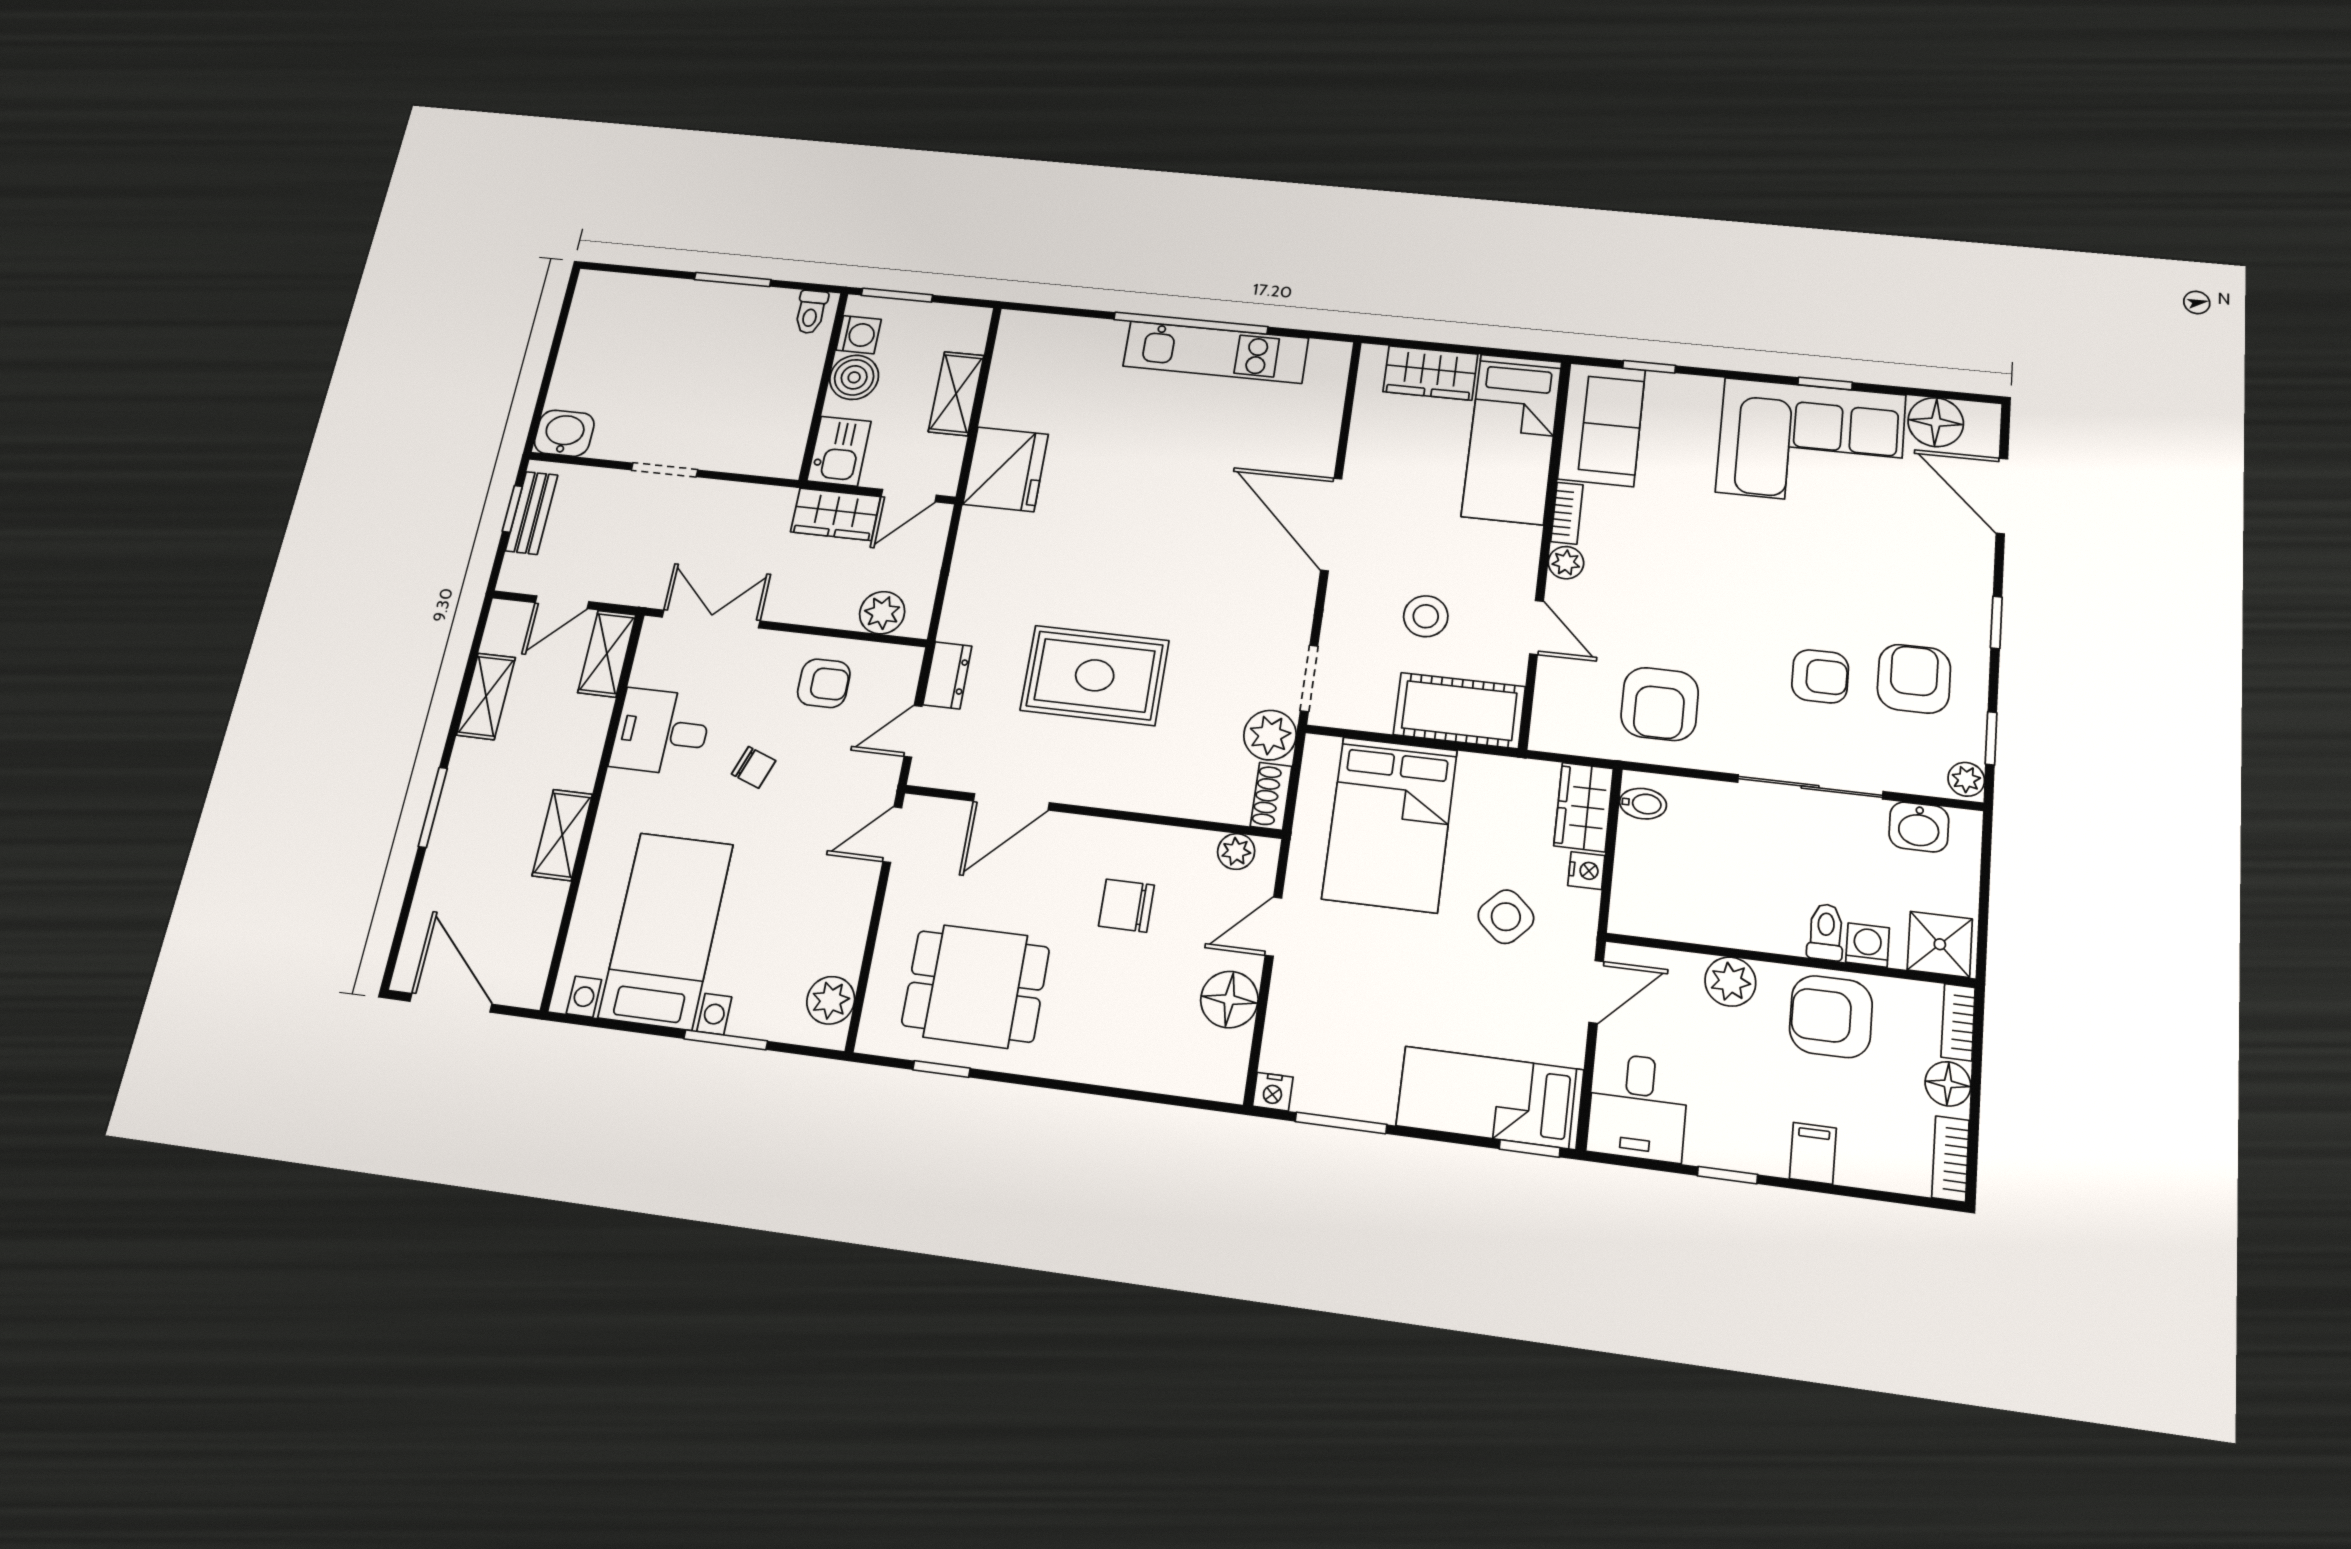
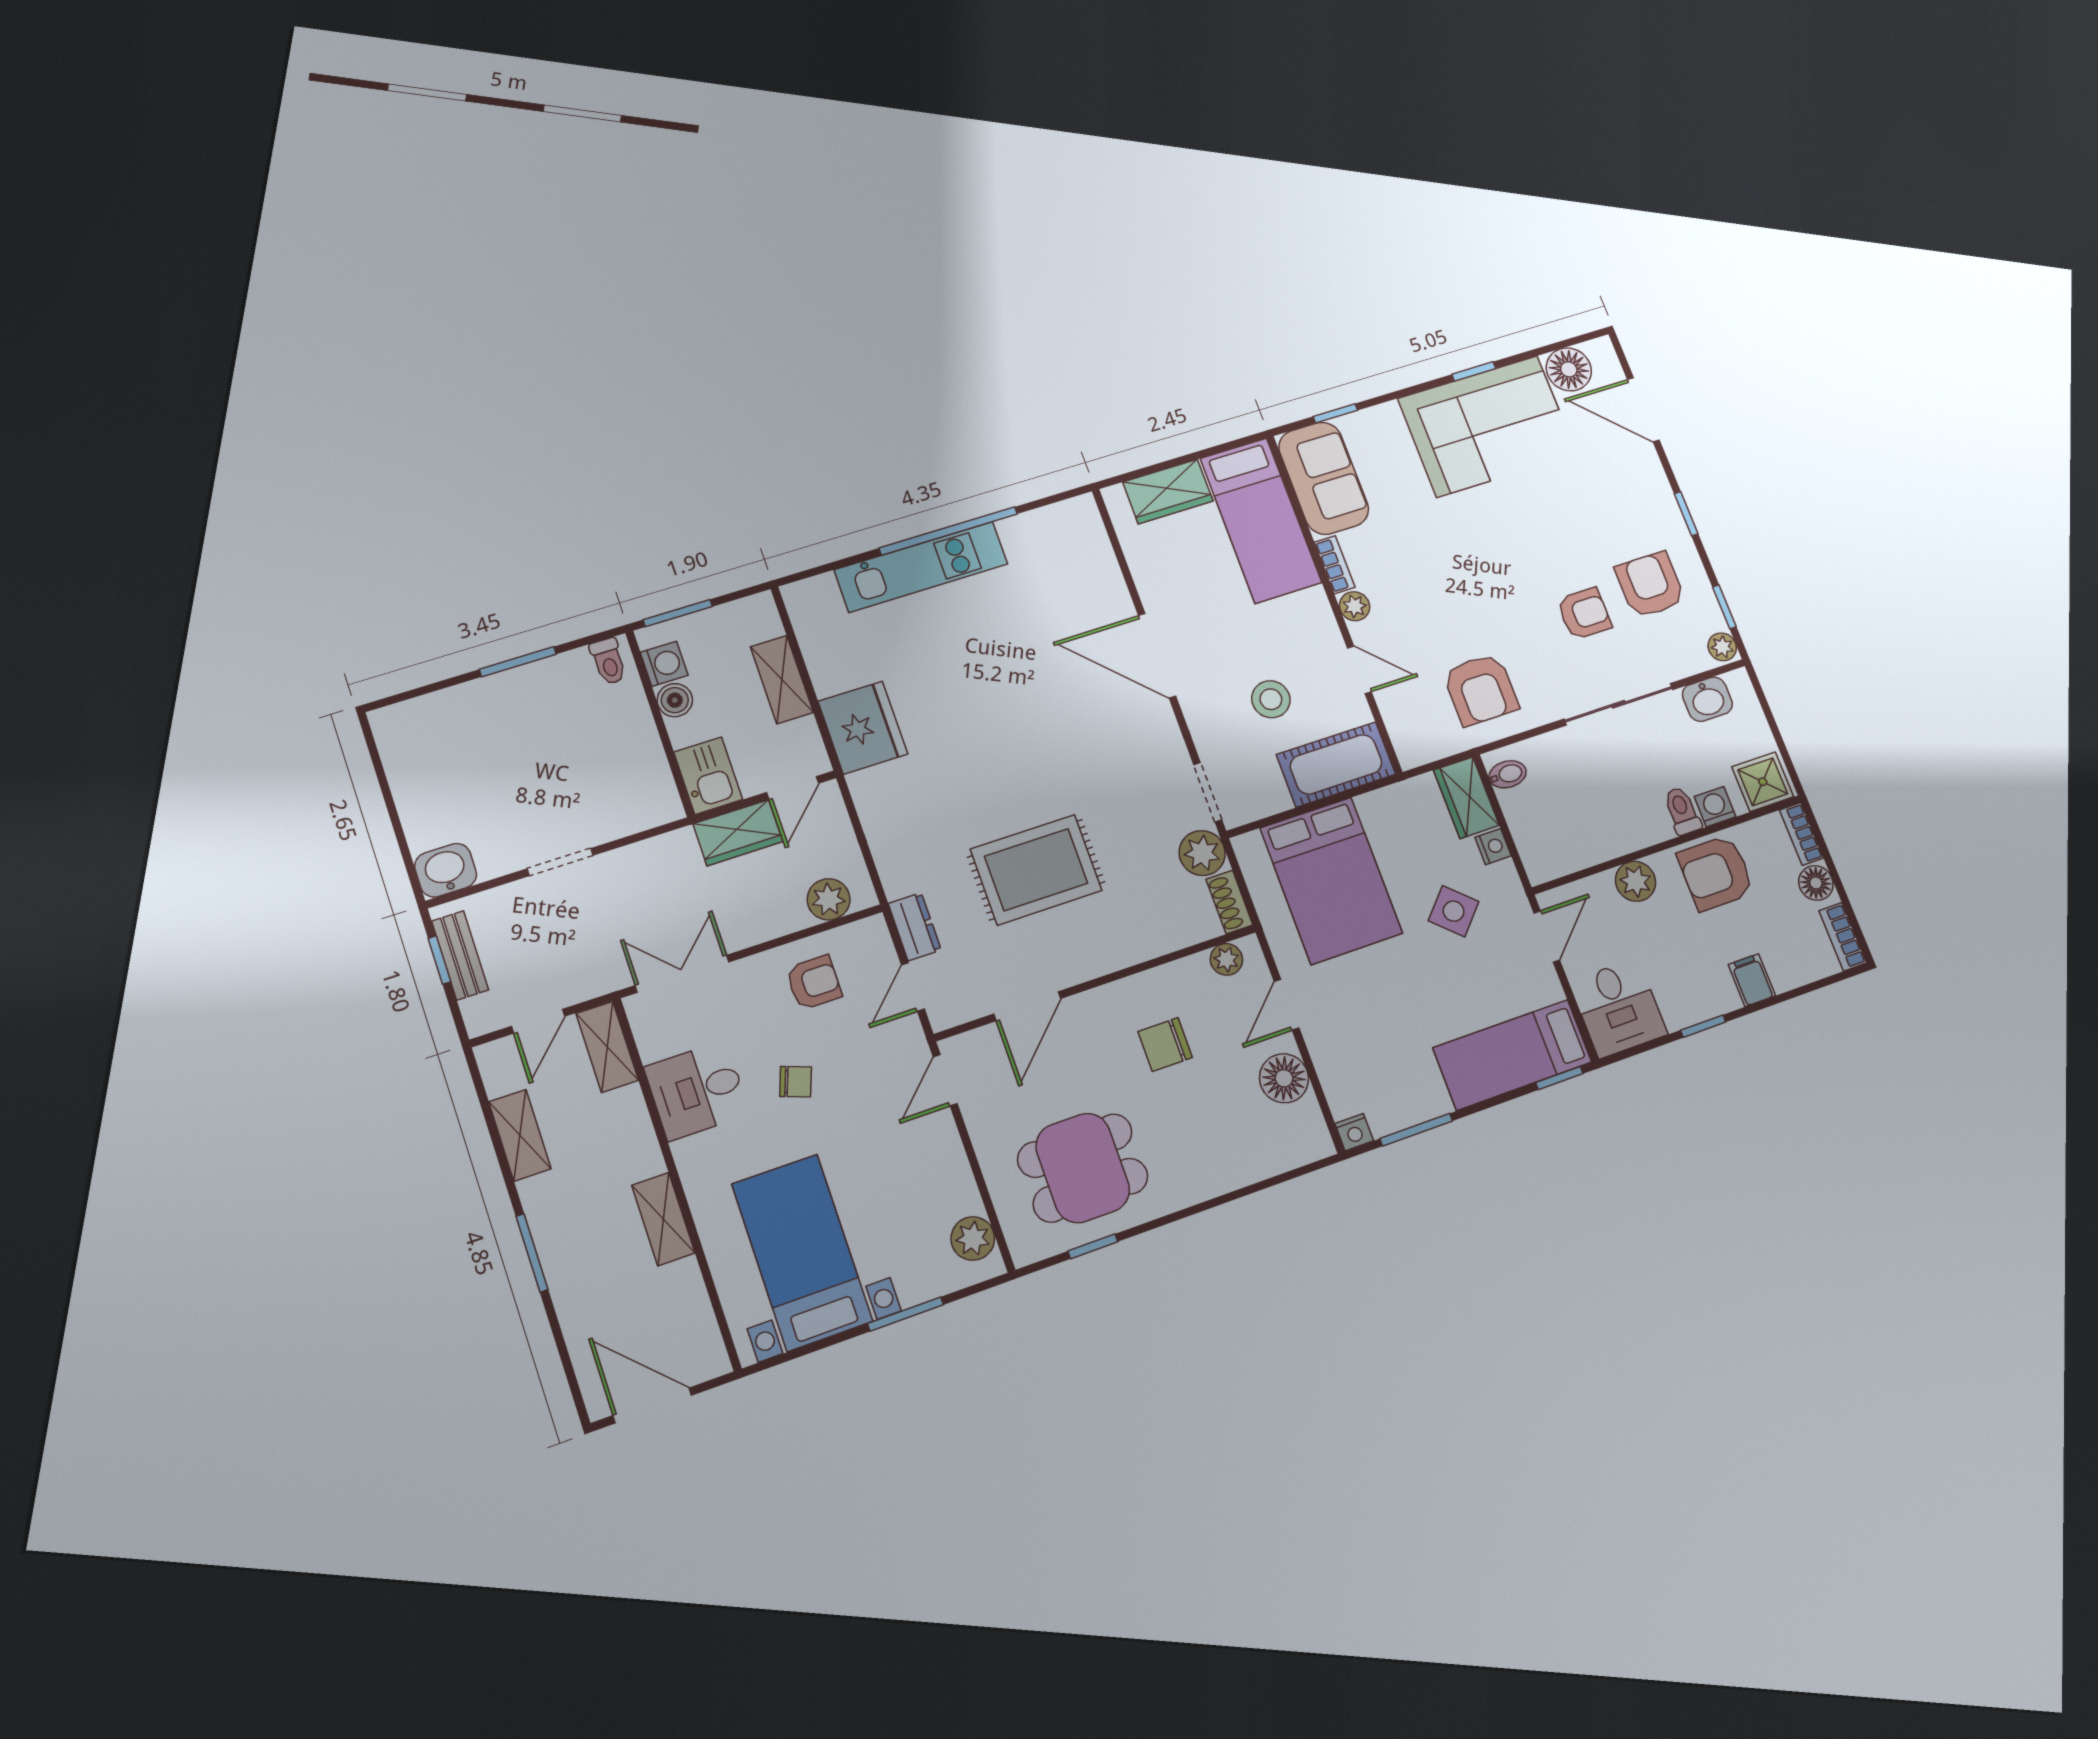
kitchen unit: (1216, 352) -> (921, 567), moved
boiler: (854, 377) -> (675, 700), width x0.73, depth x0.73

